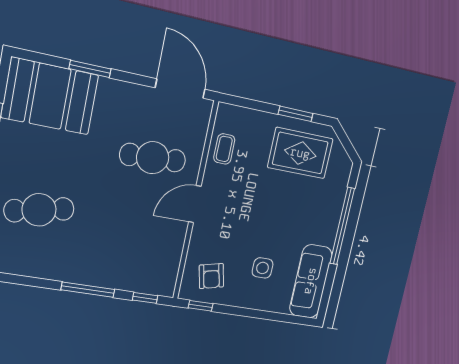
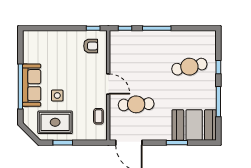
door: (195, 204) -> (108, 84), hinge flipped
side table: (263, 268) -> (57, 96), moved
armchair: (211, 276) -> (91, 46), turned 103
sofa: (311, 281) -> (32, 85), moved

